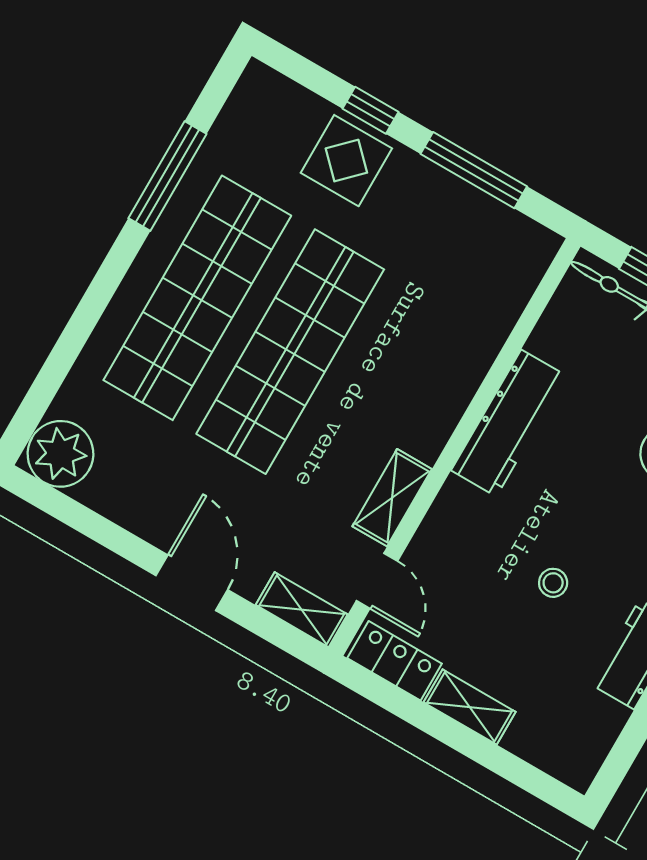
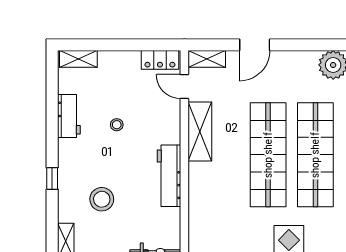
shelving: (392, 498) -> (200, 131), width x1.50, depth x1.33
door: (192, 583) -> (255, 45), hinge flipped
shelving: (470, 707) -> (78, 59), moved

